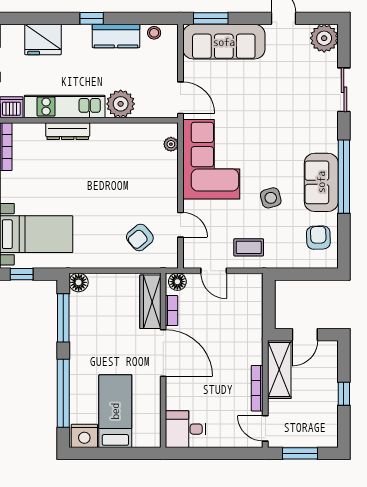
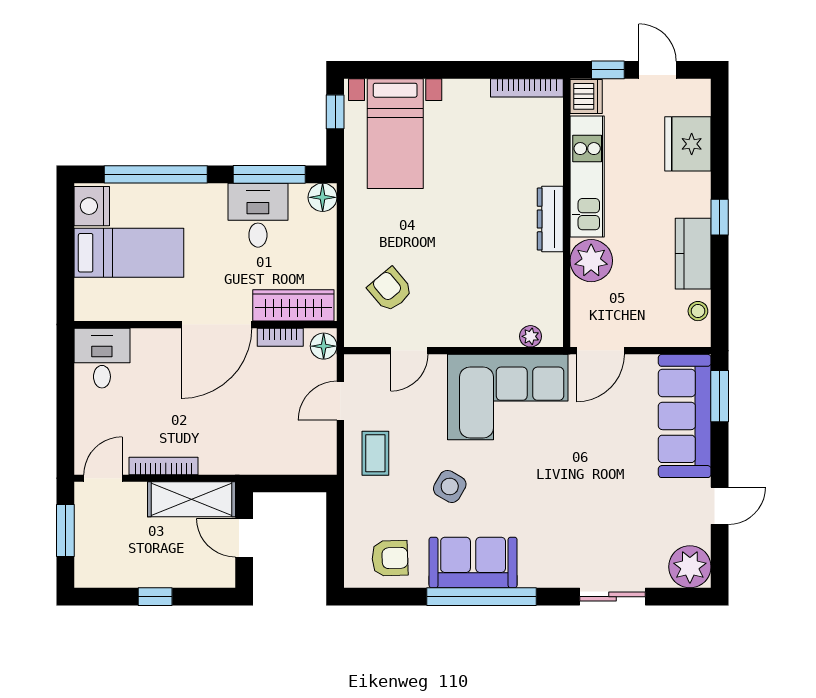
dresser: (68, 131) -> (550, 219), moved
side table: (271, 198) -> (450, 486), turned 45
desk: (90, 325) -> (258, 215), added

